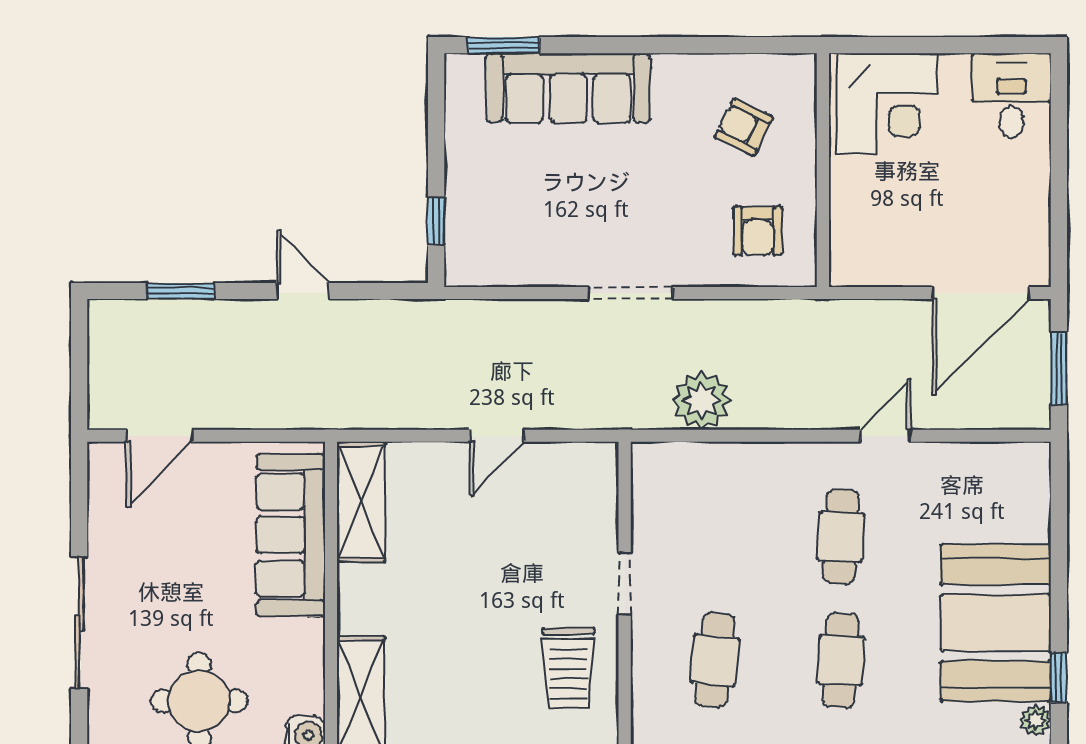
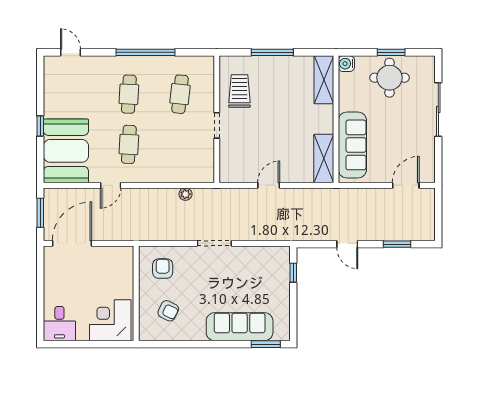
plant: (701, 400) -> (185, 194), width x0.53, depth x0.53
booth: (996, 623) -> (66, 151), moved
window: (1059, 677) -> (40, 126), moved
plant: (1035, 720) -> (50, 70), removed

